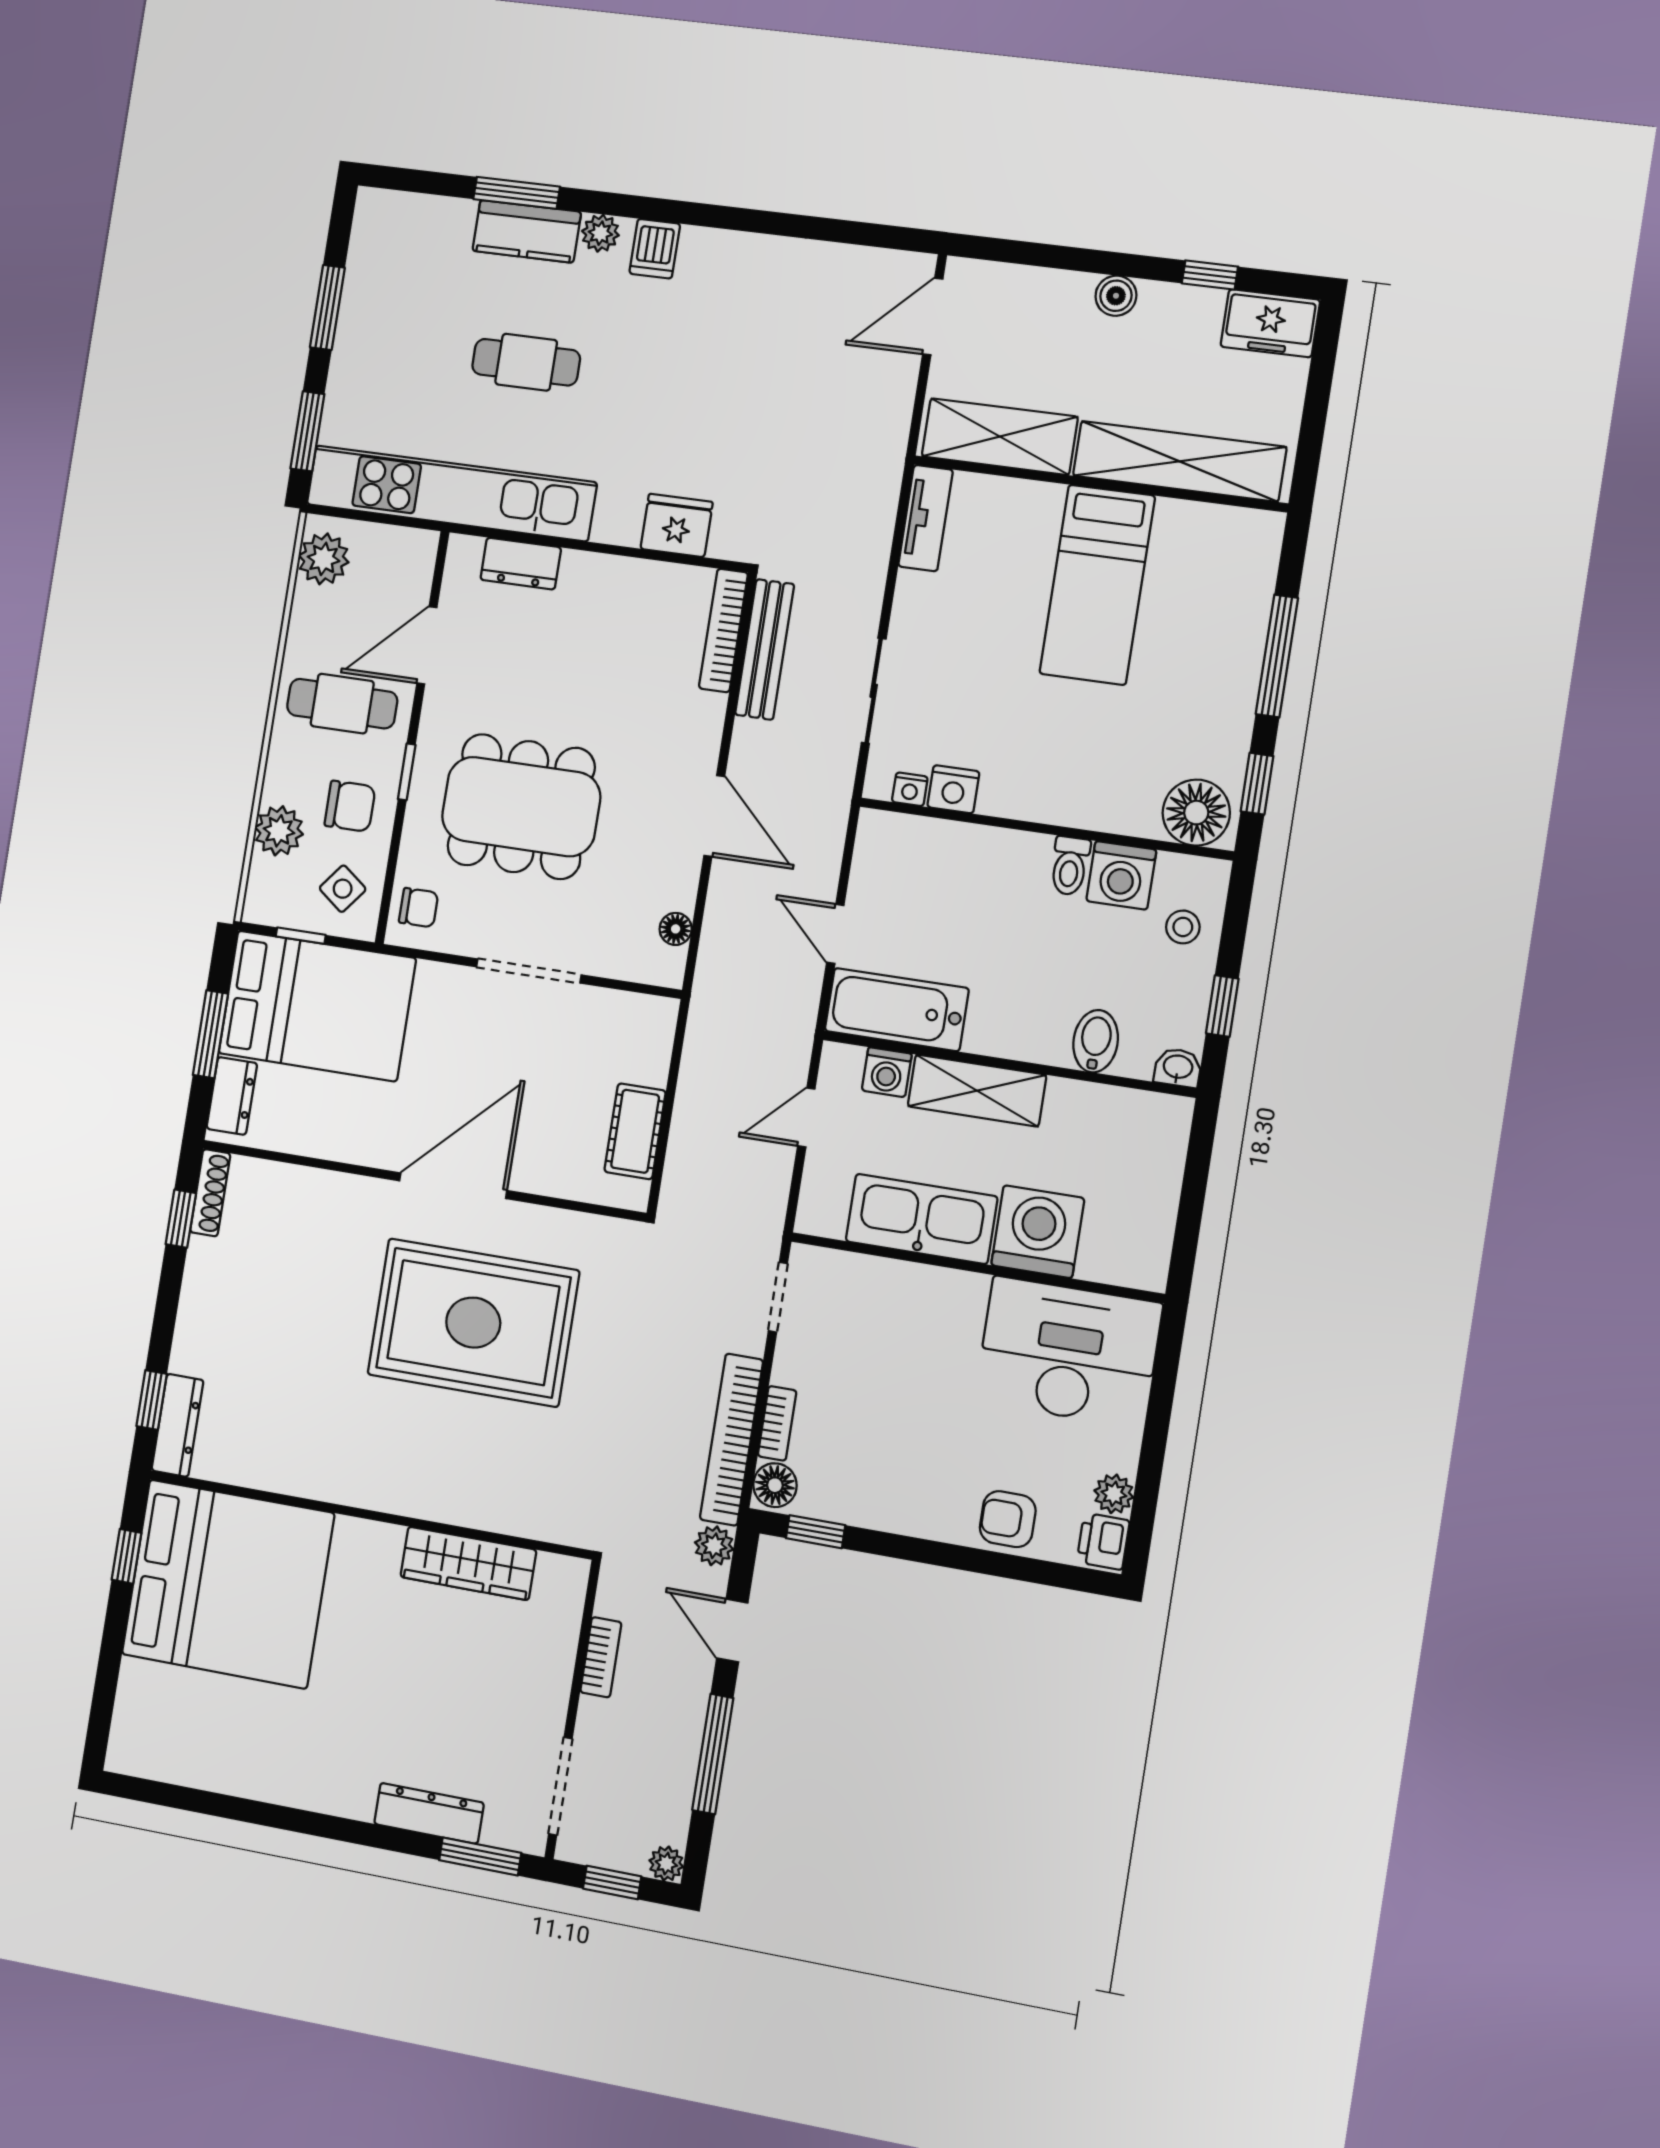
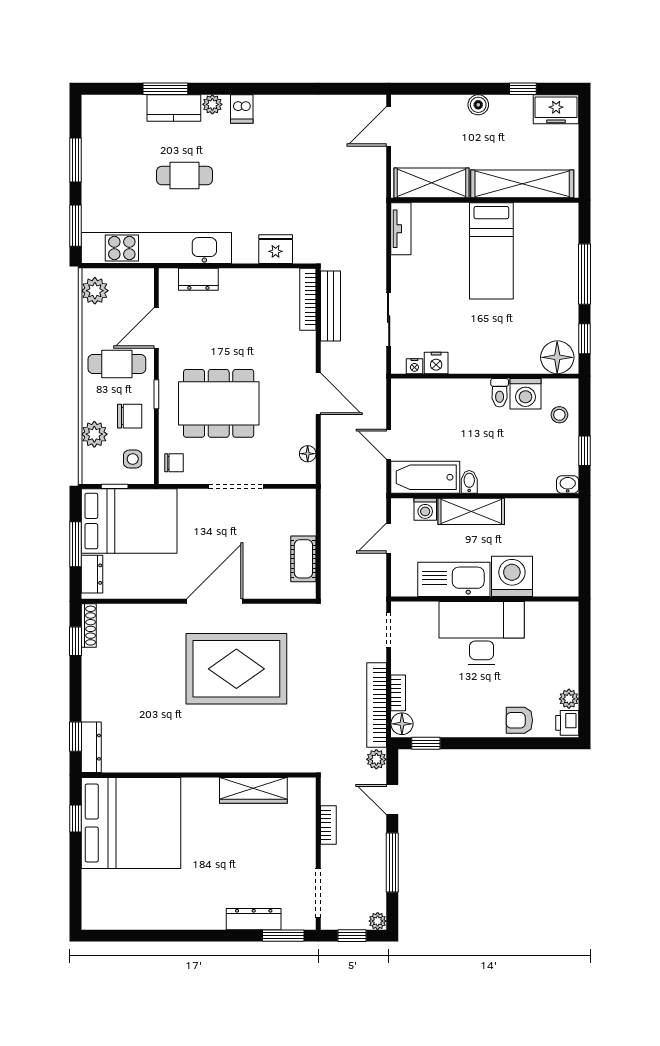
side table: (343, 889) -> (133, 459), turned -38
bidet: (1096, 1041) -> (469, 482), moved, width x0.72, depth x0.74
desk: (1068, 1352) -> (482, 633), moved

